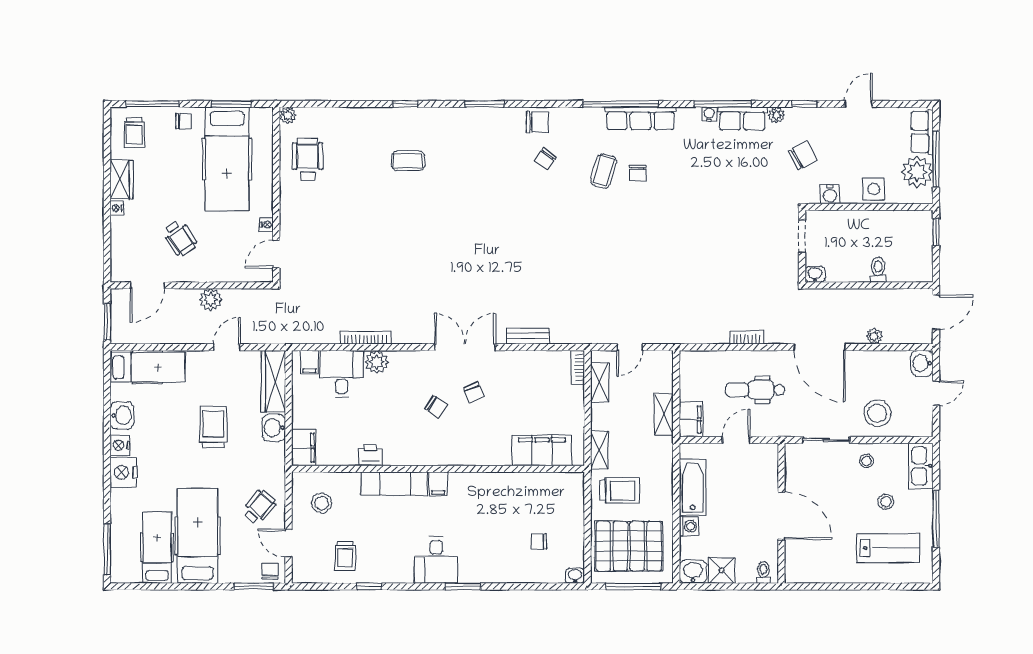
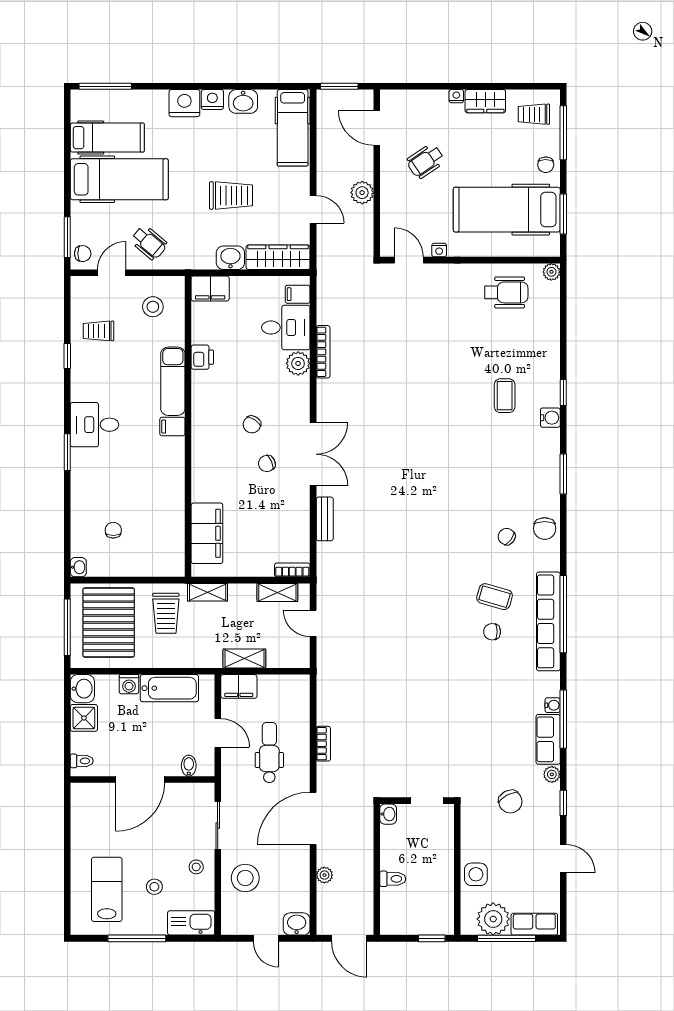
row of seats: (641, 118) -> (548, 621), width x1.36
water cooler: (830, 194) -> (550, 418), moved, turned 180
bidet: (768, 468) -> (189, 766), added
lab bench: (888, 548) -> (107, 889), turned 180

